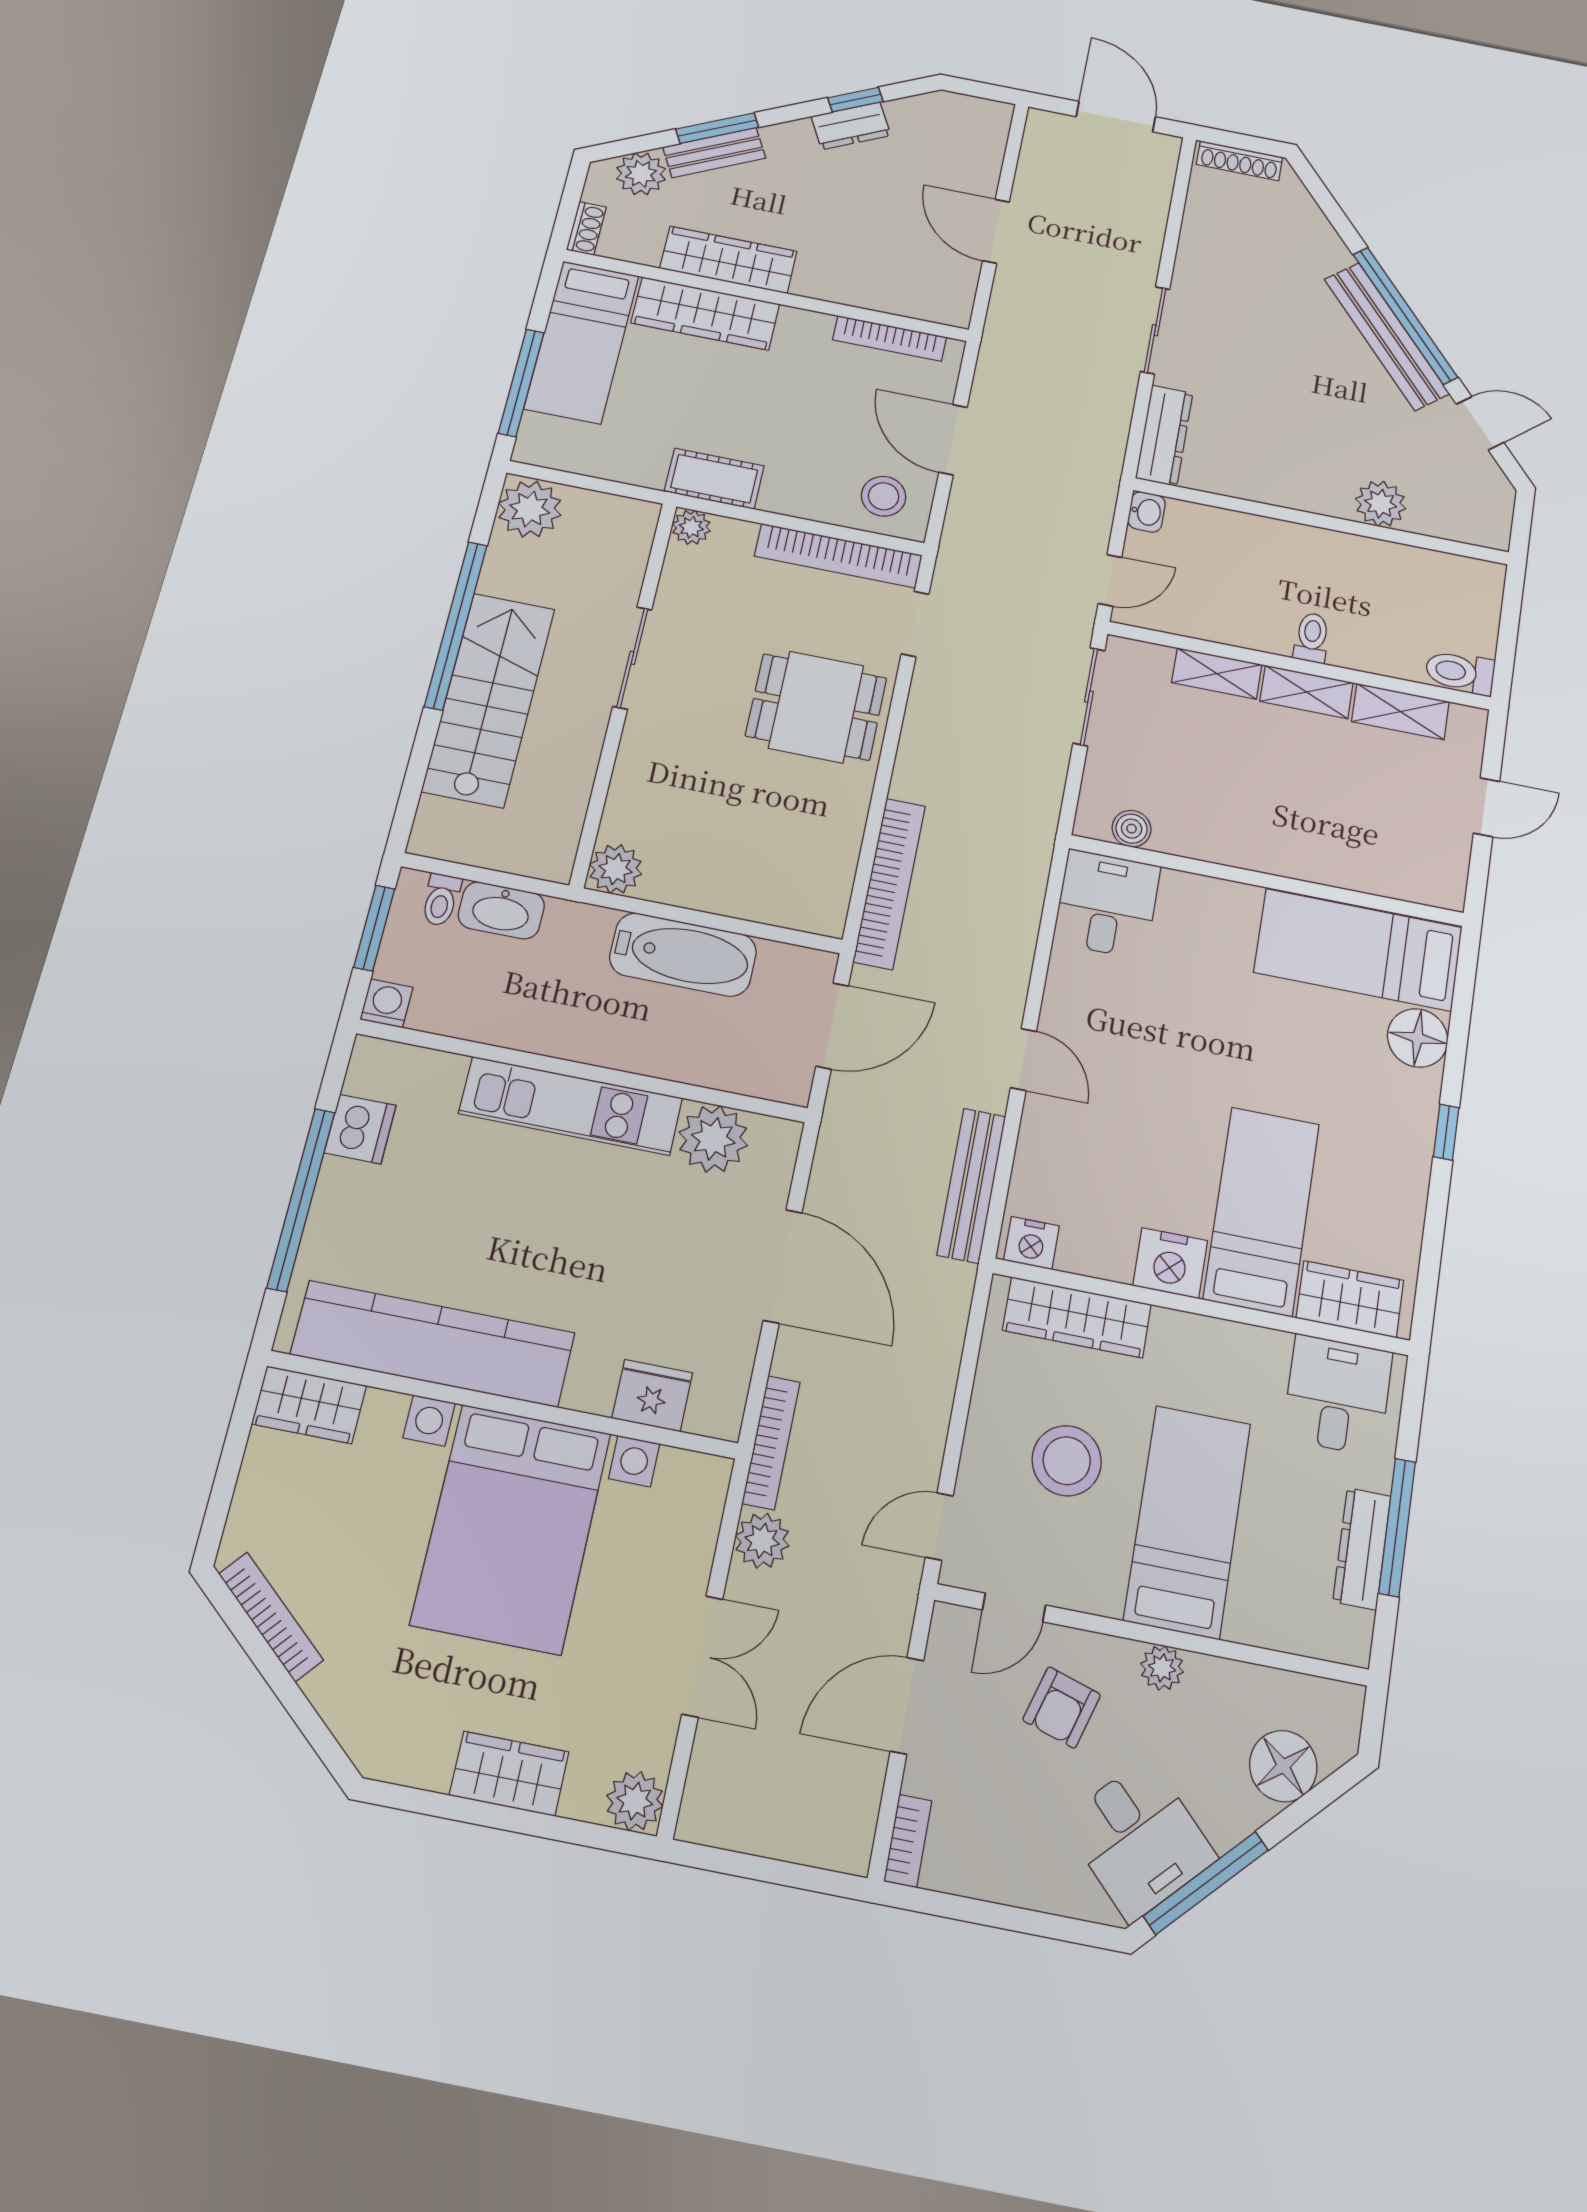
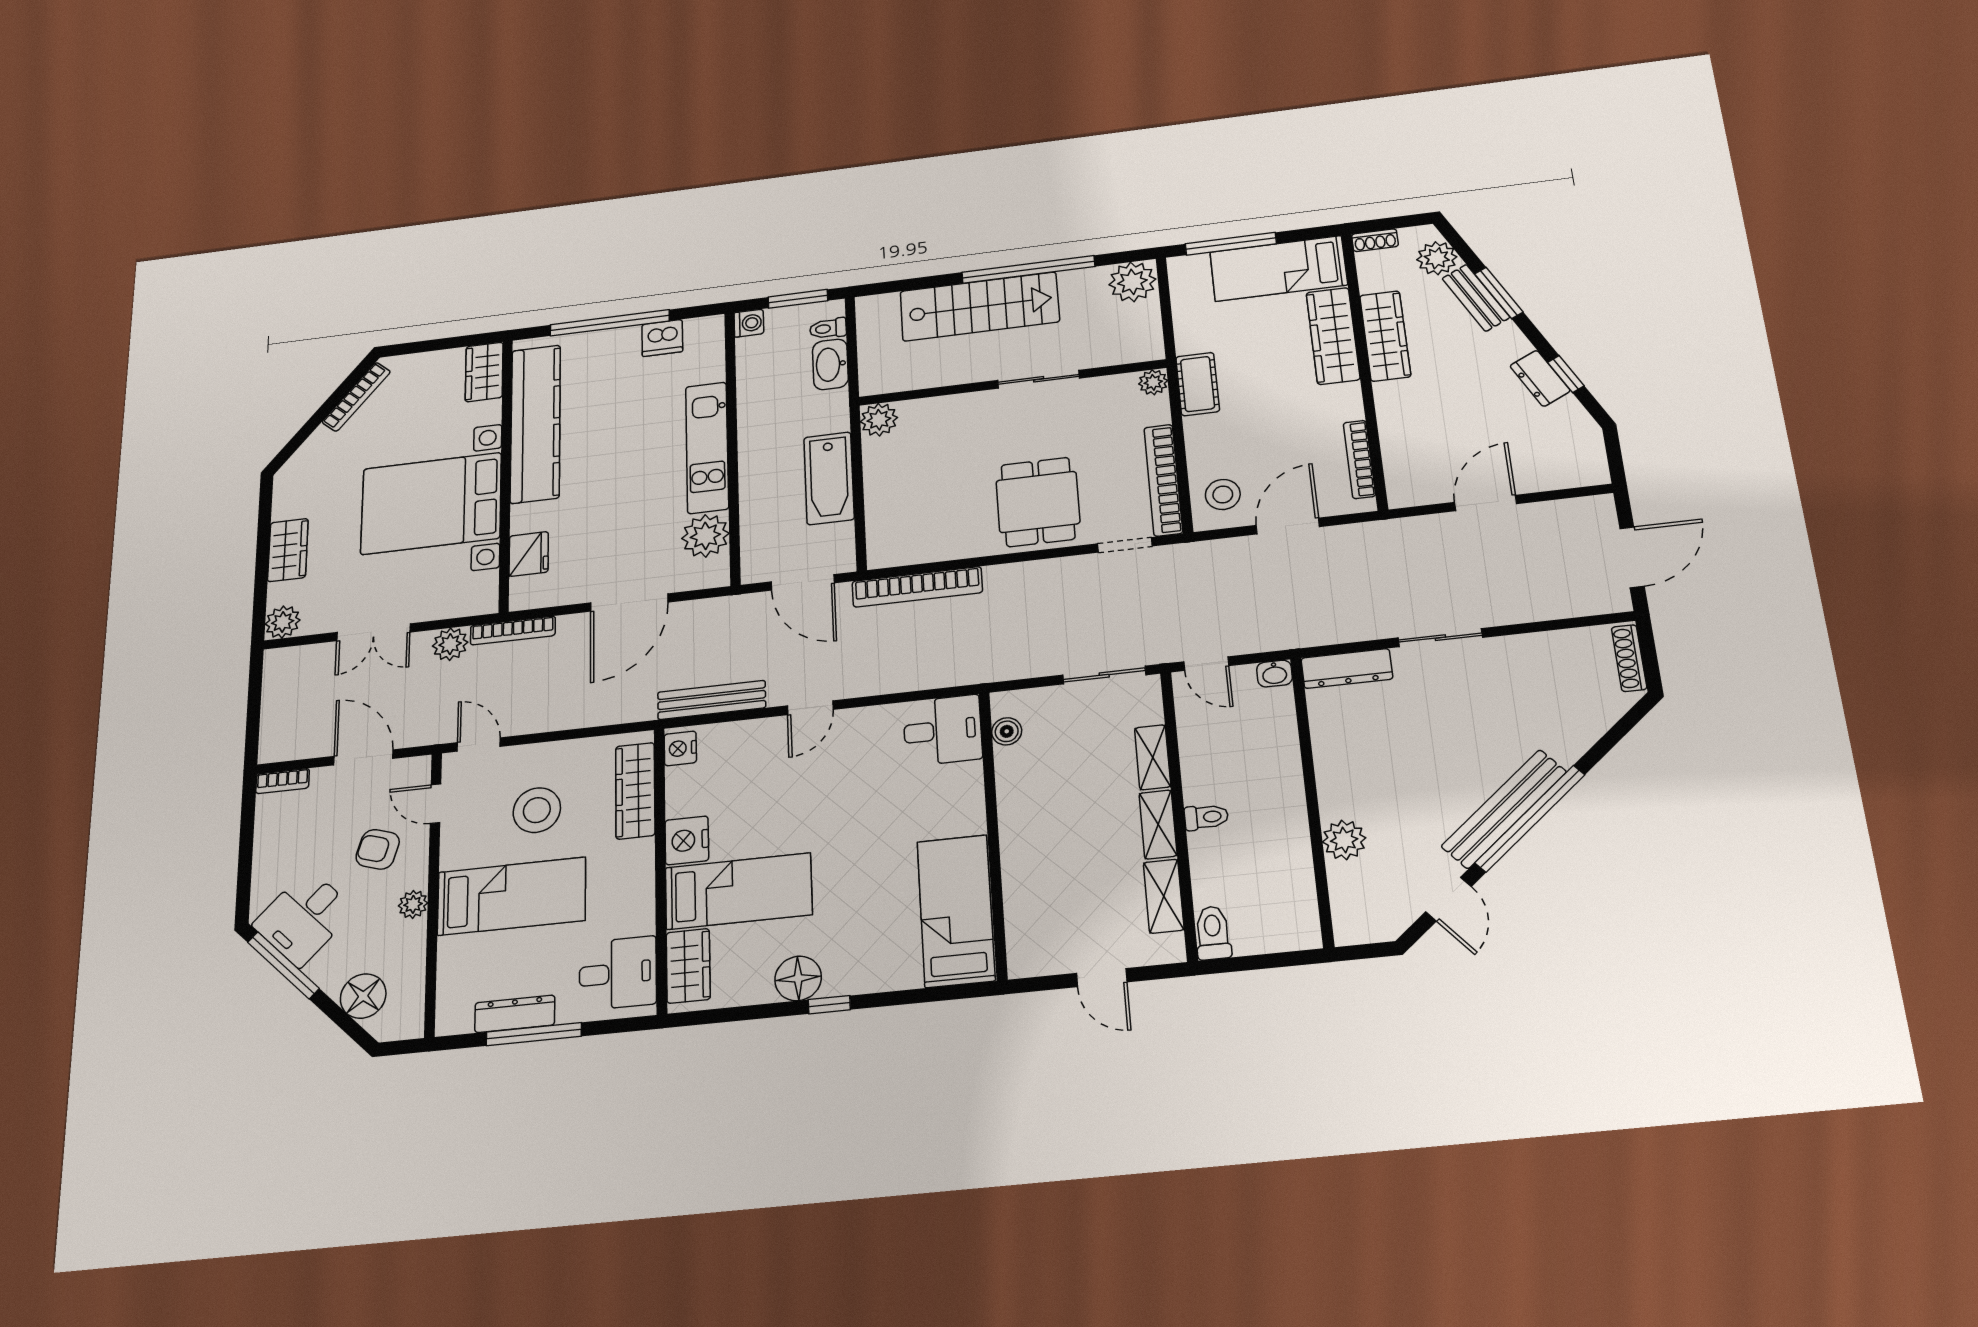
floor lamp: (1418, 1038) -> (798, 978), moved

